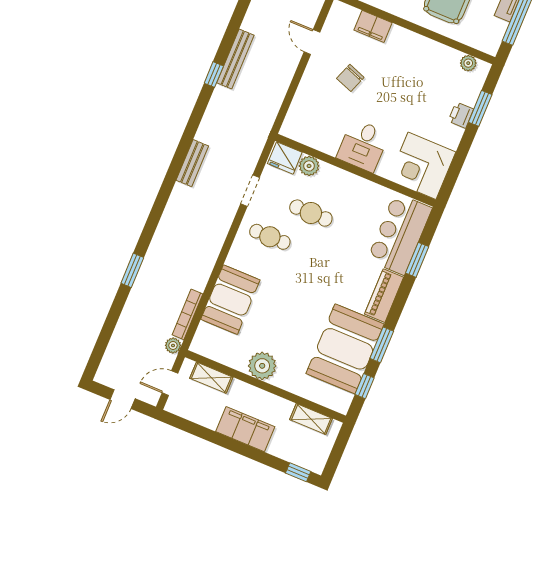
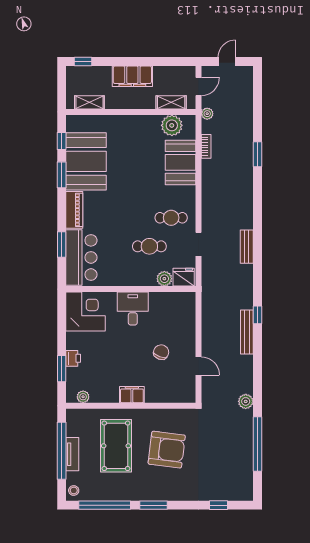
filing cabinet: (373, 26) -> (132, 395), moved
bookcase: (187, 314) -> (206, 146), width x0.64
plant: (262, 366) -> (172, 125), moved

